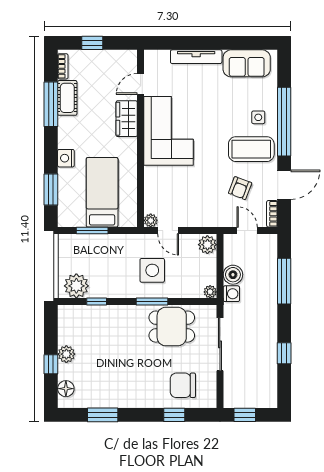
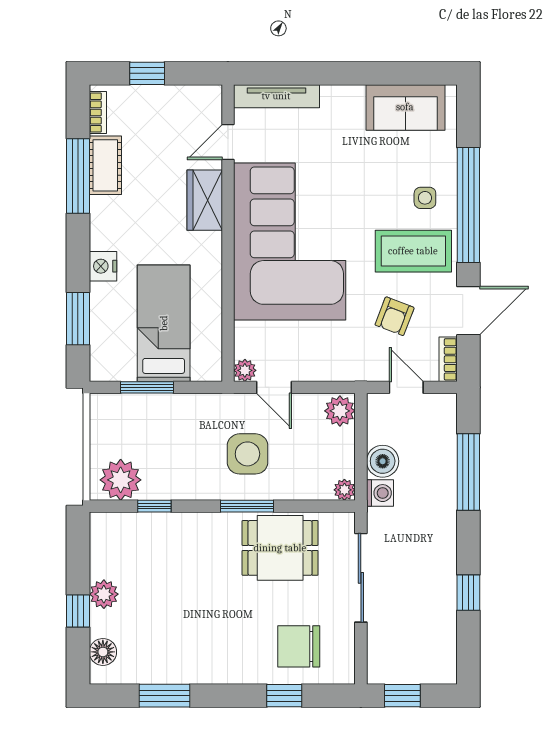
tv unit: (196, 57) -> (276, 96), moved
corner sofa: (169, 131) -> (290, 241), width x1.36, depth x1.36

